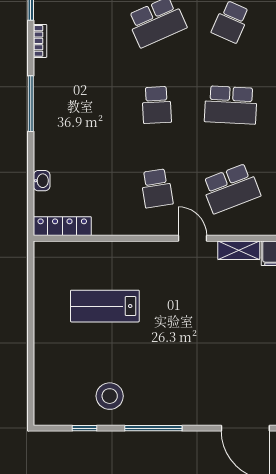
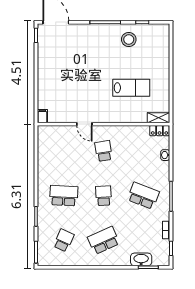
school desk: (231, 188) -> (143, 196), moved, turned 42
locker: (62, 226) -> (160, 131), width x0.66
shelving: (239, 250) -> (158, 118), moved

